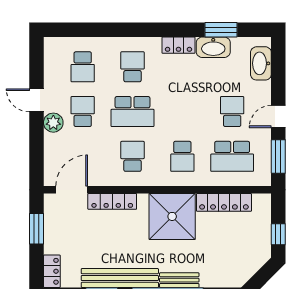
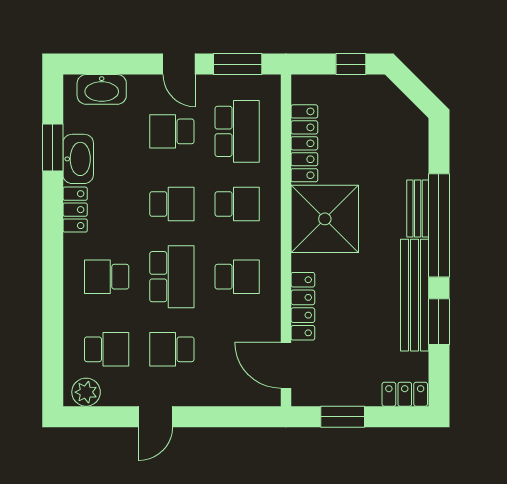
school desk: (182, 112) -> (172, 204), added
plant: (53, 123) -> (86, 392), moved
school desk: (132, 156) -> (237, 277), turned 180

